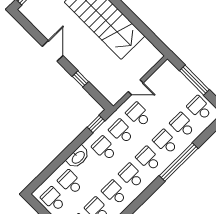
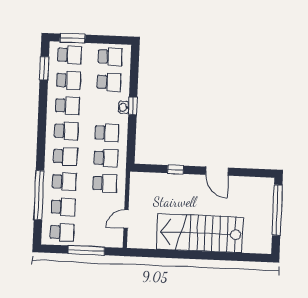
door: (136, 87) -> (126, 219), moved
window: (96, 124) -> (133, 106), moved
washbasin: (78, 157) -> (124, 107), width x0.52, depth x0.69
window: (179, 162) -> (39, 195), moved

